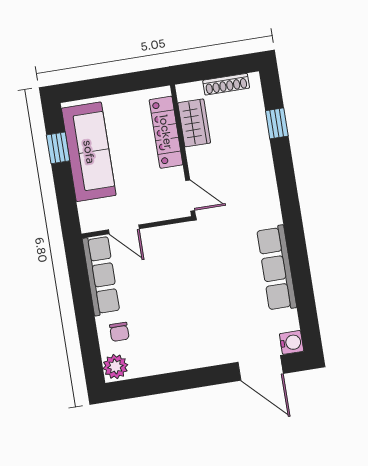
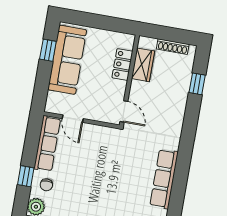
locker: (166, 132) -> (122, 65), width x0.66
window: (87, 330) -> (26, 176), added

